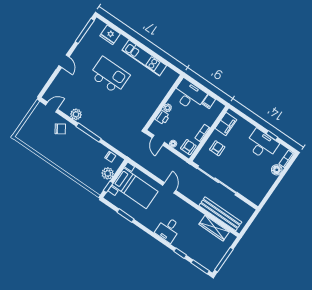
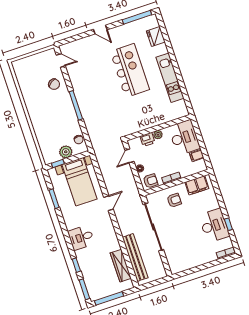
door: (64, 61) -> (100, 30), hinge flipped
kitchen island: (110, 75) -> (130, 70), width x1.37
plant: (76, 114) -> (77, 82), removed
floor lamp: (277, 170) -> (211, 256), removed

